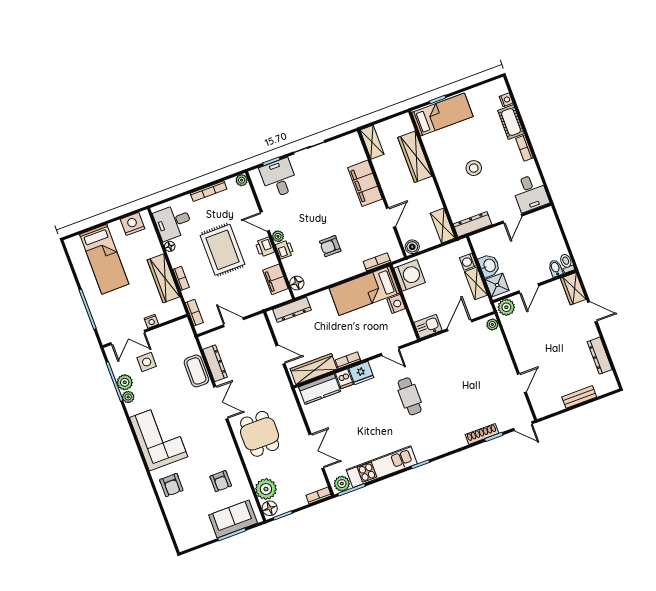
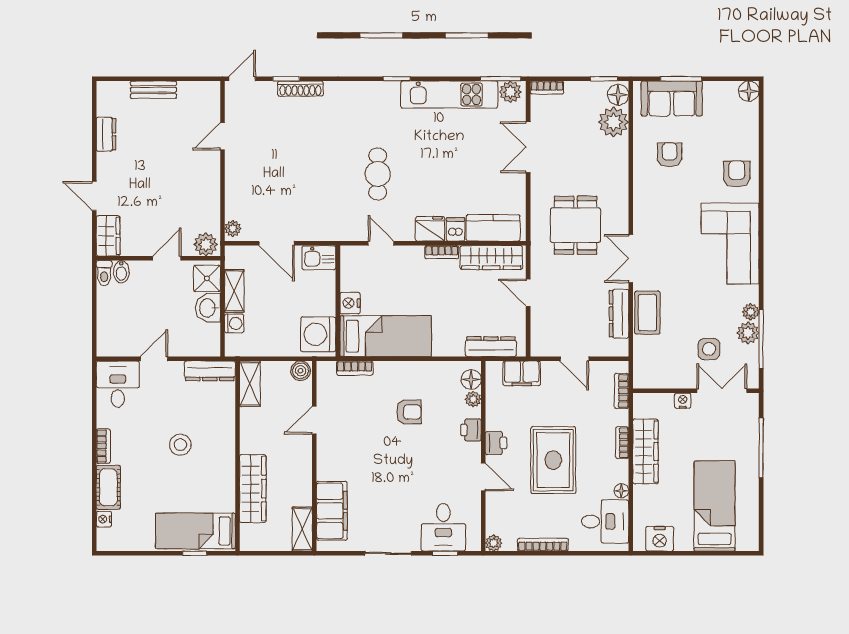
filing cabinet: (365, 183) -> (332, 511), moved
plant: (278, 236) -> (473, 399), moved
filing cabinet: (275, 279) -> (522, 373), moved, turned 90
door: (460, 325) -> (277, 243), hinge flipped
dresser: (600, 356) -> (106, 134), width x0.70
door: (523, 426) -> (242, 79), hinge flipped
dining table: (260, 434) -> (575, 225), moved
floor lamp: (184, 543) -> (749, 91), added

